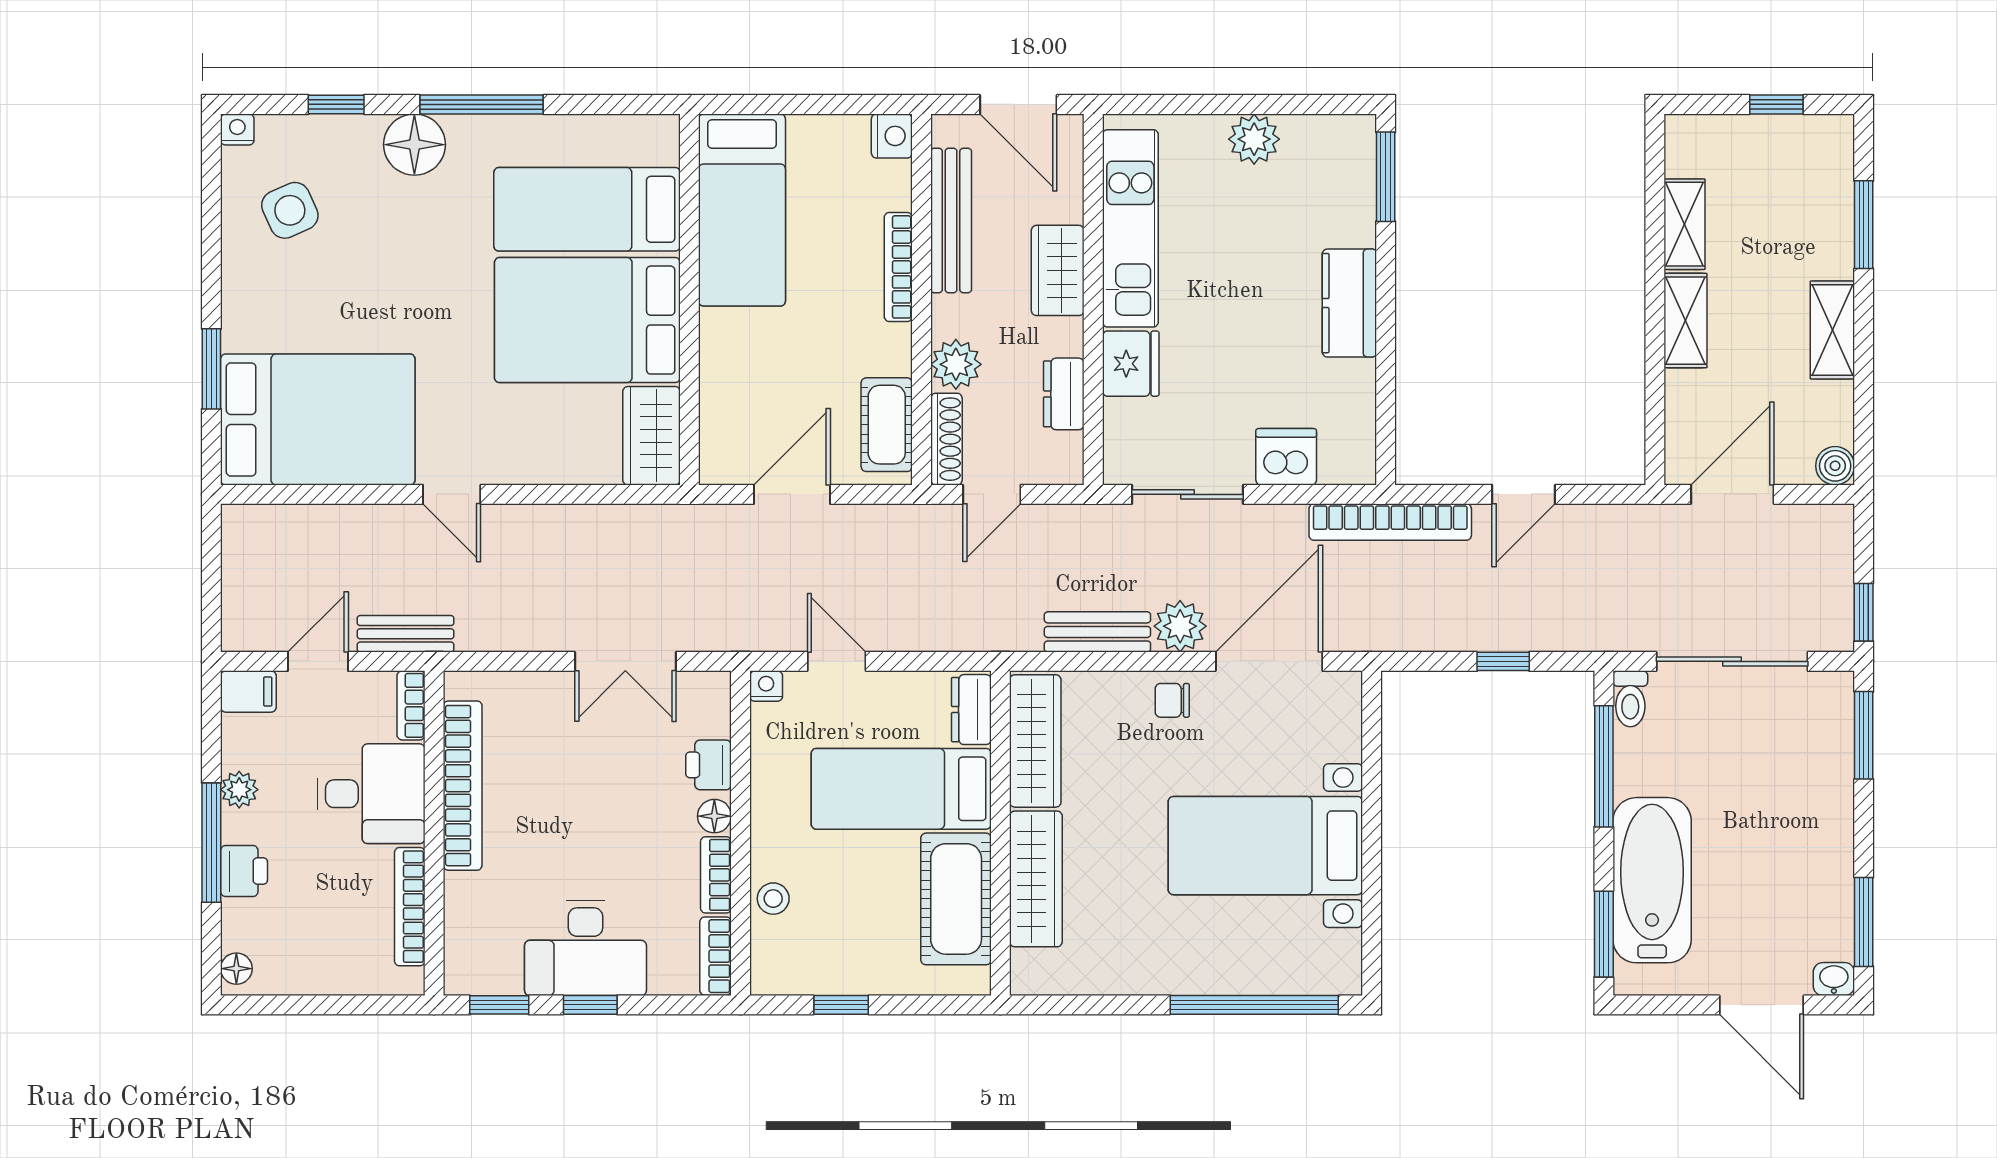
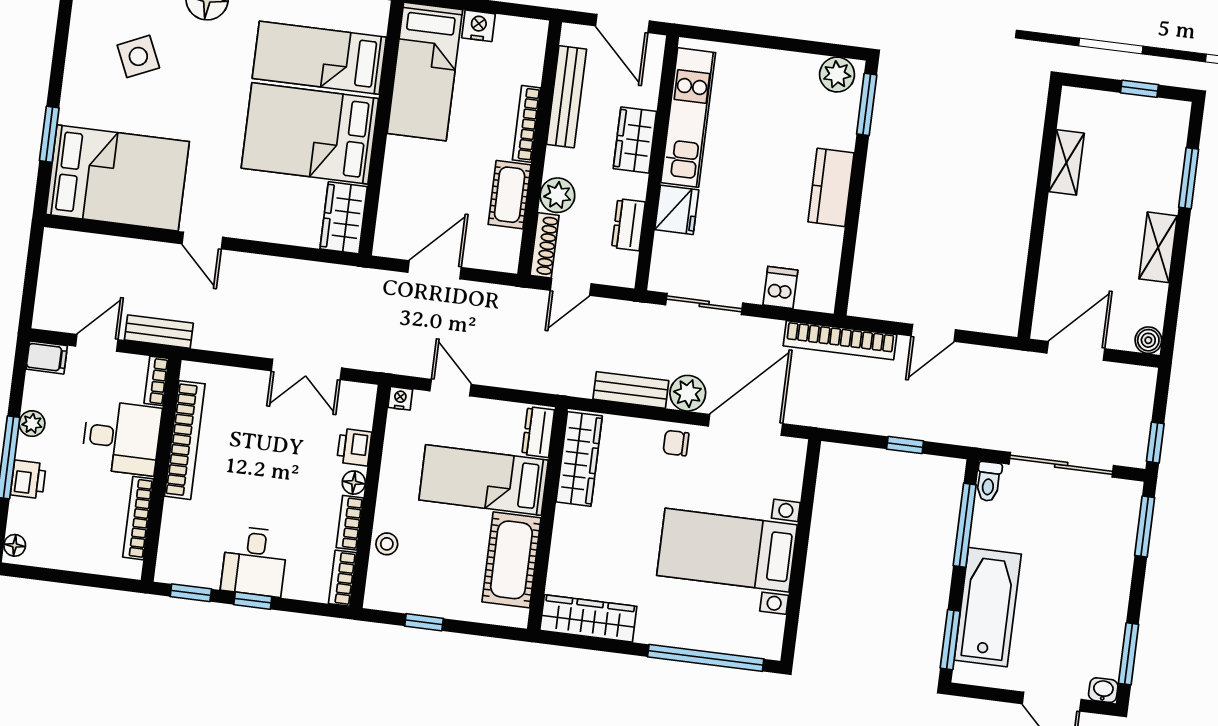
nightstand: (892, 136) -> (479, 26), moved, turned -90
plant: (1254, 139) -> (837, 75), moved
side table: (290, 210) -> (138, 56), moved
shelving: (1685, 321) -> (1059, 228), removed
cot: (887, 425) -> (510, 195), moved
dishwasher: (1286, 457) -> (780, 287), width x0.73
wardrobe: (1036, 879) -> (588, 618), moved, turned -90
desk: (585, 948) -> (255, 561), width x0.73

